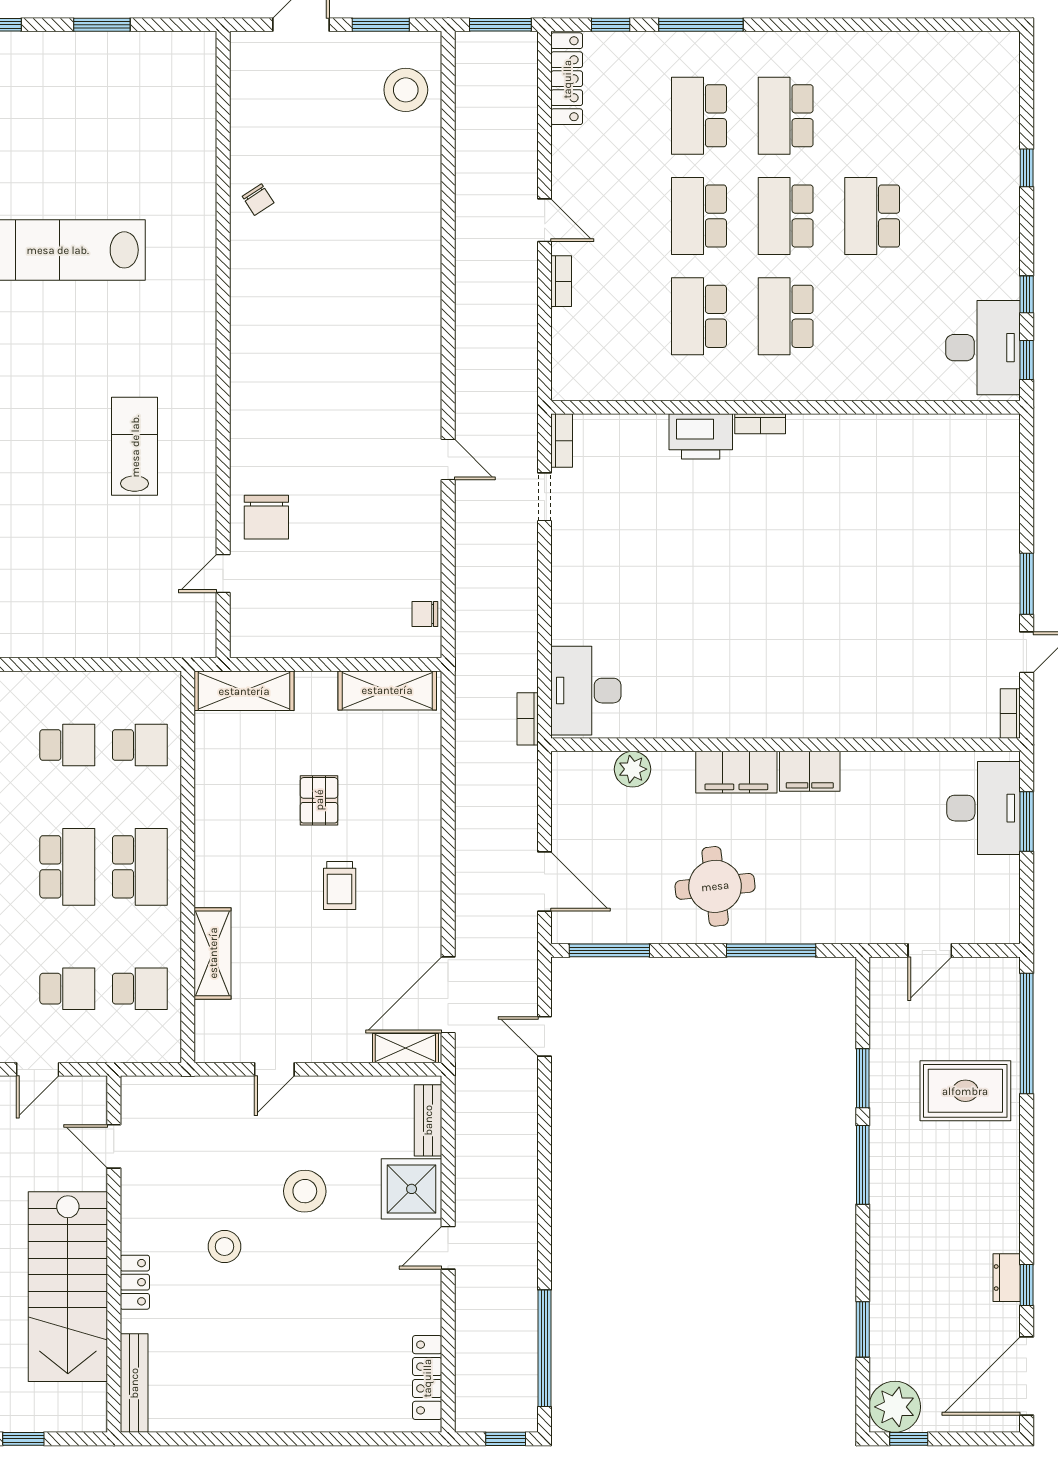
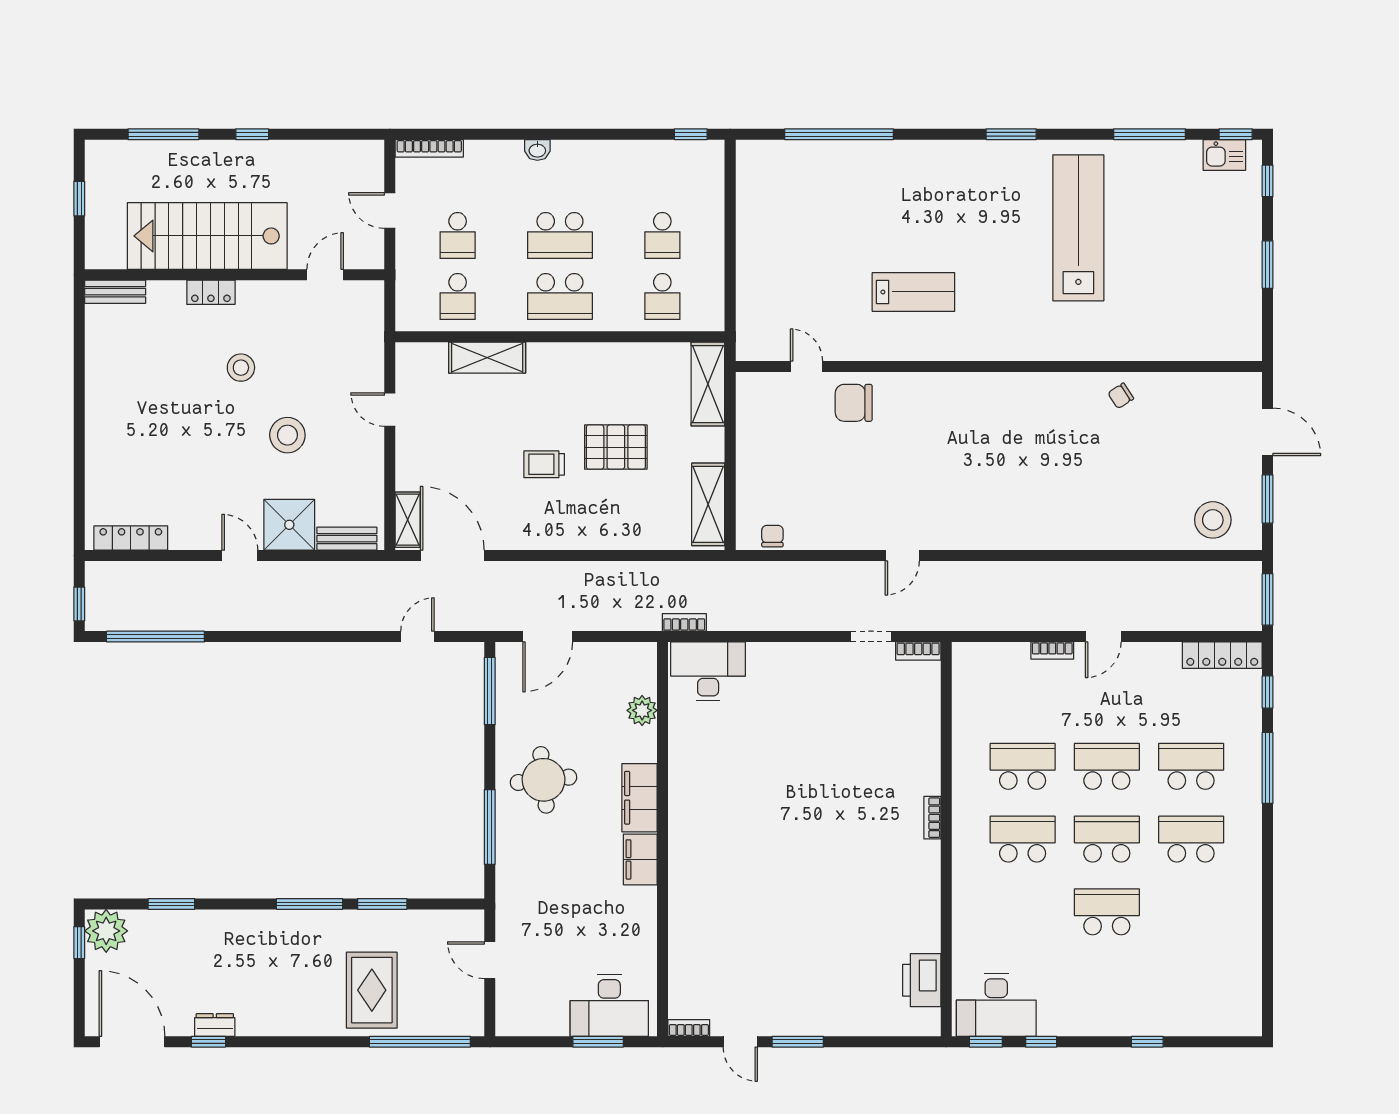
printer: (701, 436) -> (922, 980), moved
pallet: (319, 800) -> (616, 447), width x1.50, depth x1.42
bench: (134, 1383) -> (115, 292), width x0.73

